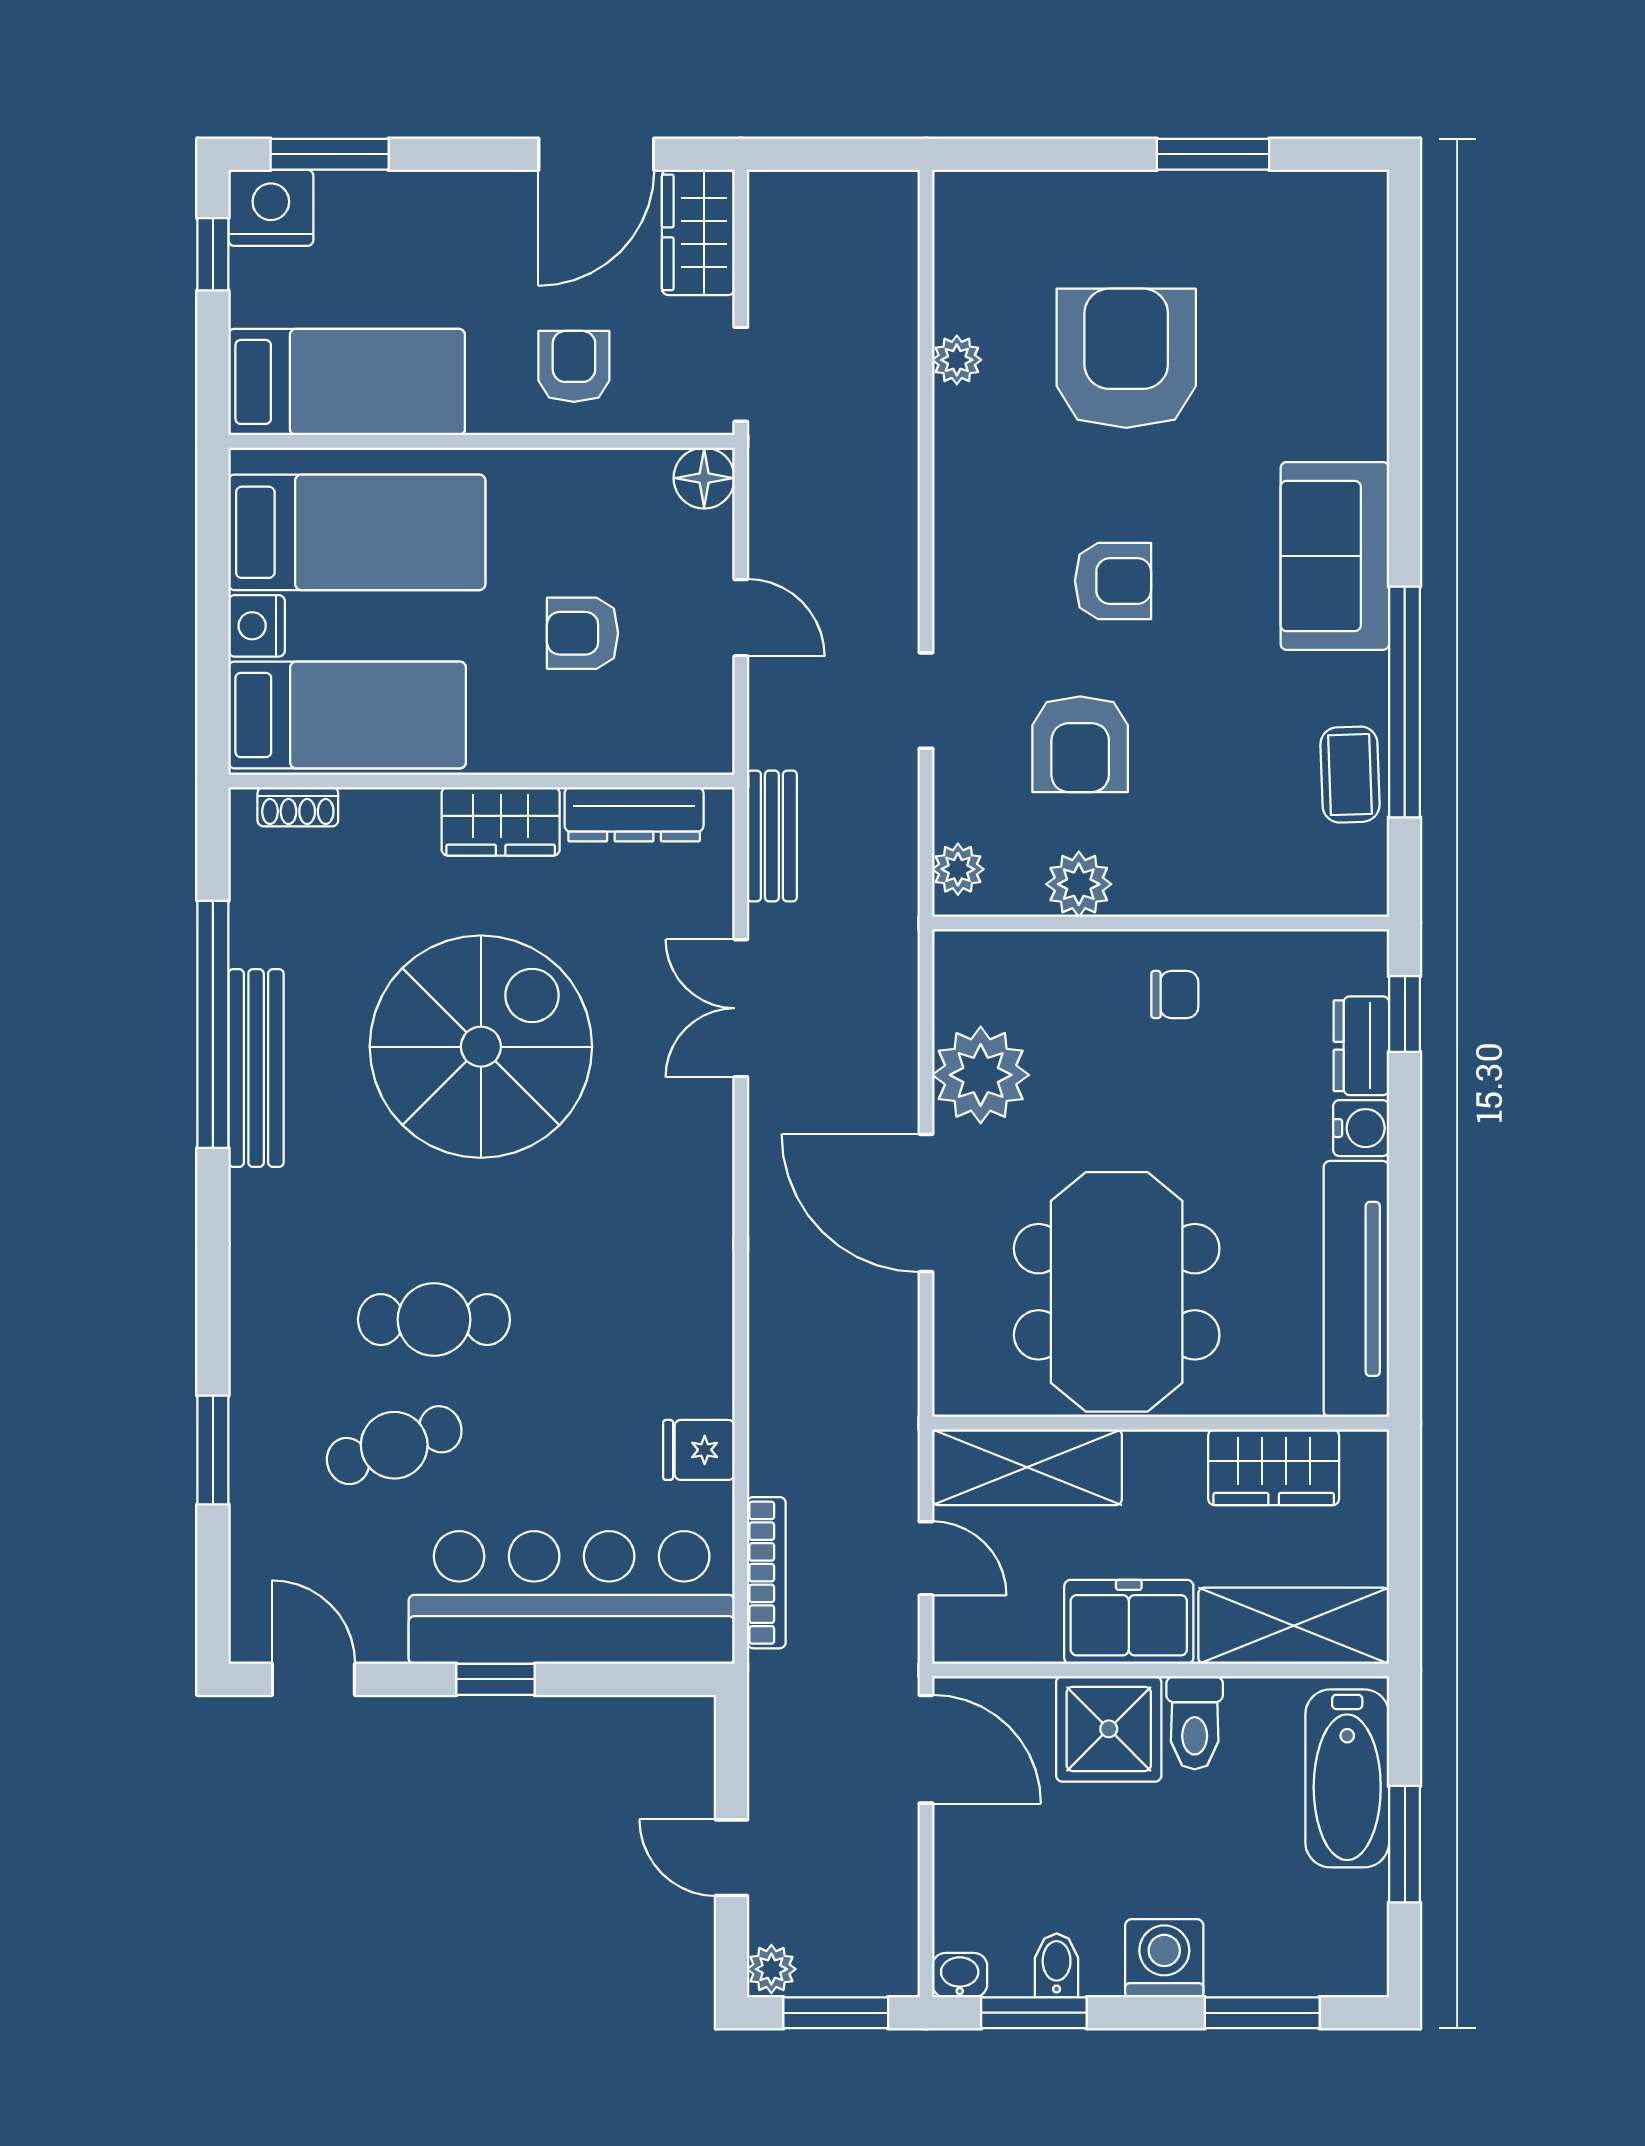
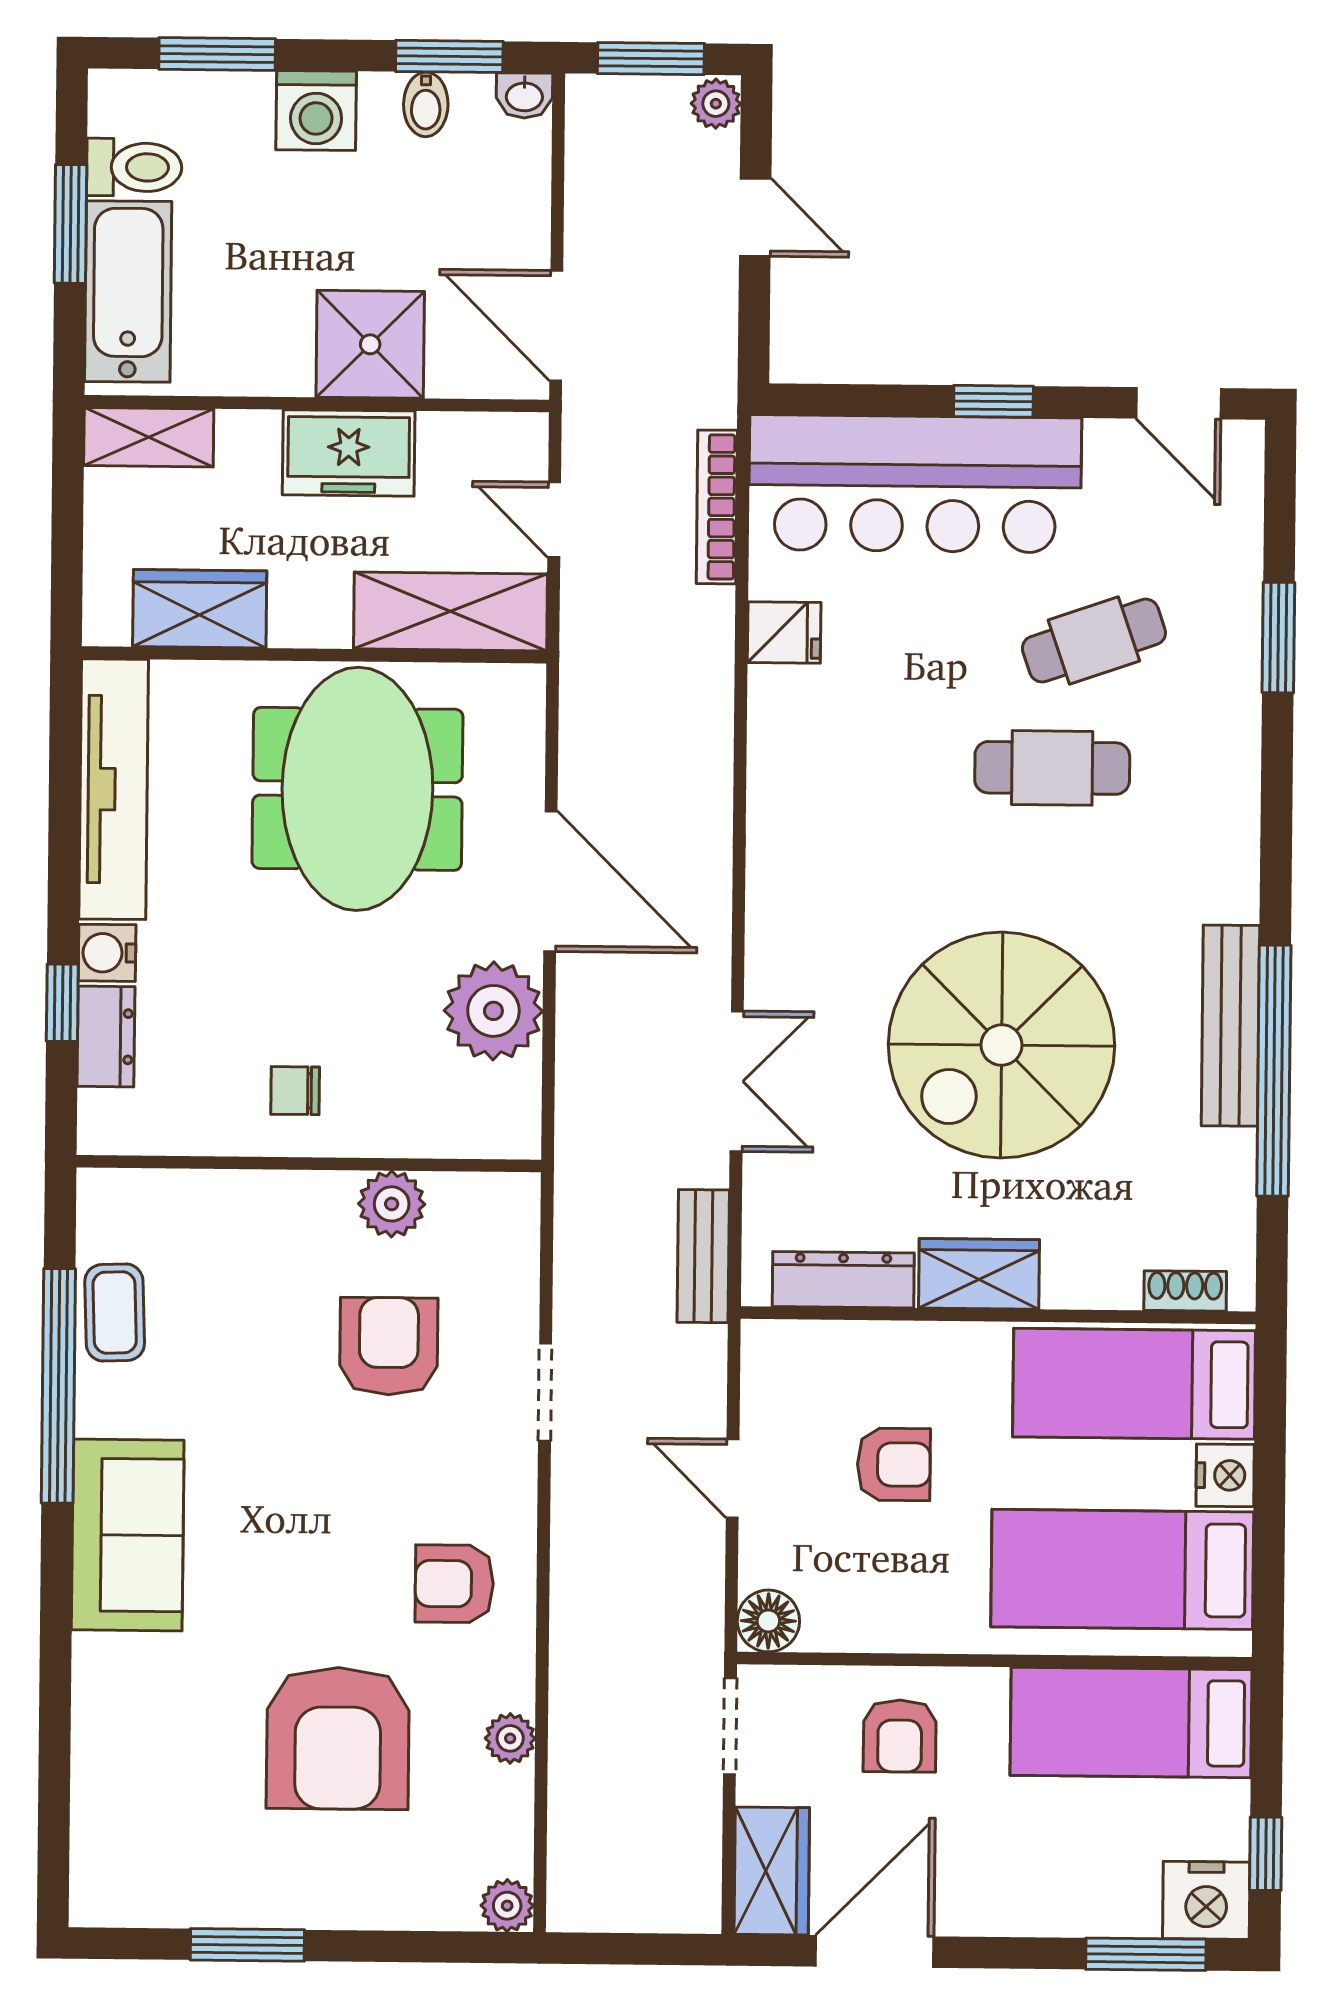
armchair: (1113, 581) -> (454, 1584), moved
plant: (958, 869) -> (507, 1906), moved
window: (1405, 1014) -> (62, 1003), moved
shelving: (1294, 1626) -> (149, 437), width x0.67, depth x0.75
toilet: (1195, 1723) -> (134, 167), moved, turned 90

